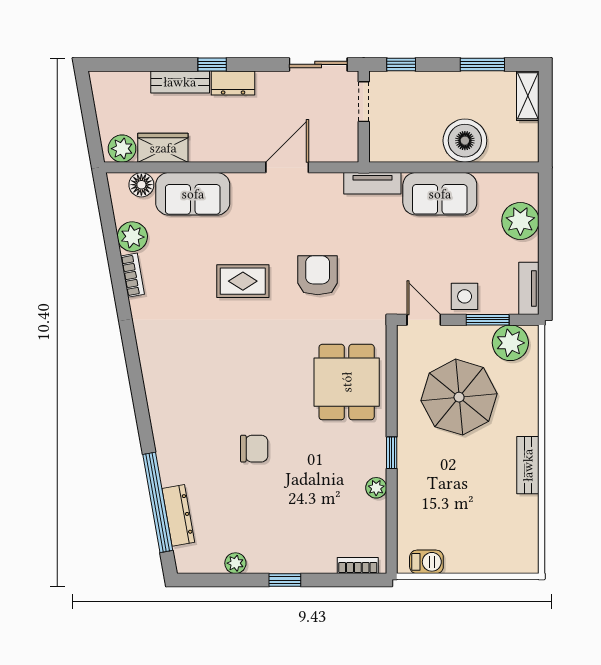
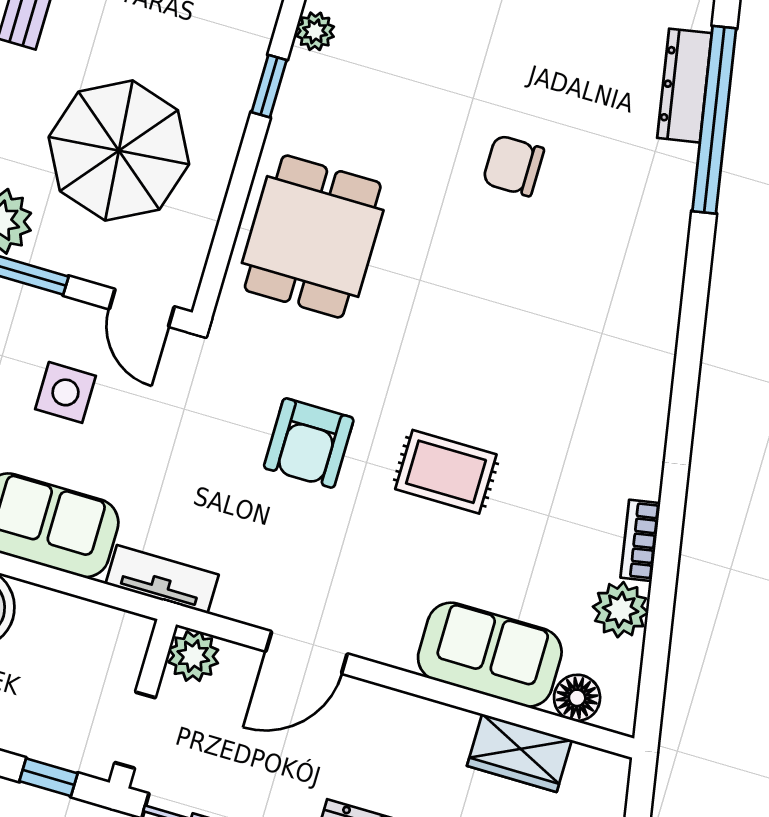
plant: (122, 149) -> (193, 656), moved
side table: (465, 296) -> (66, 392), moved

